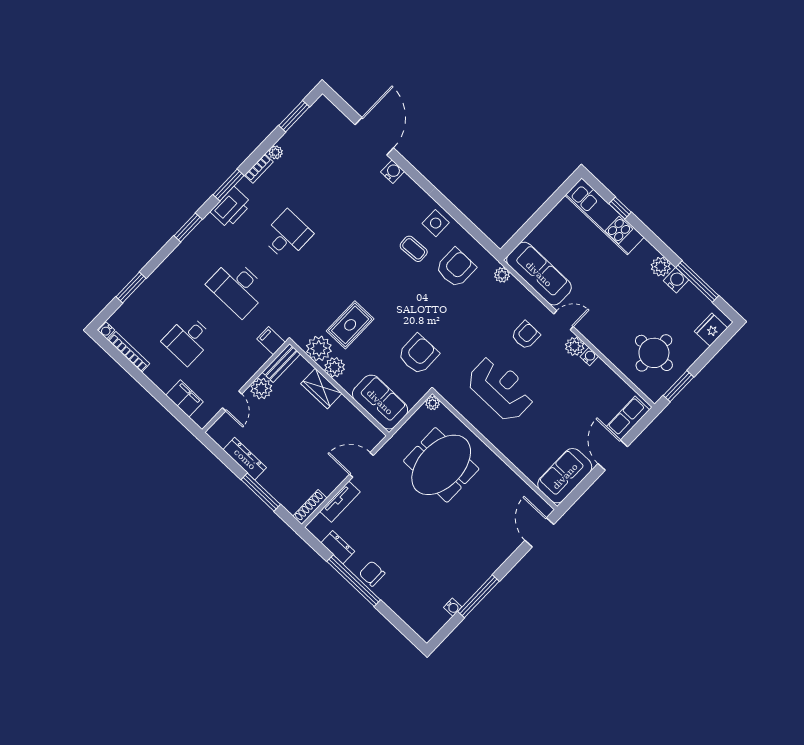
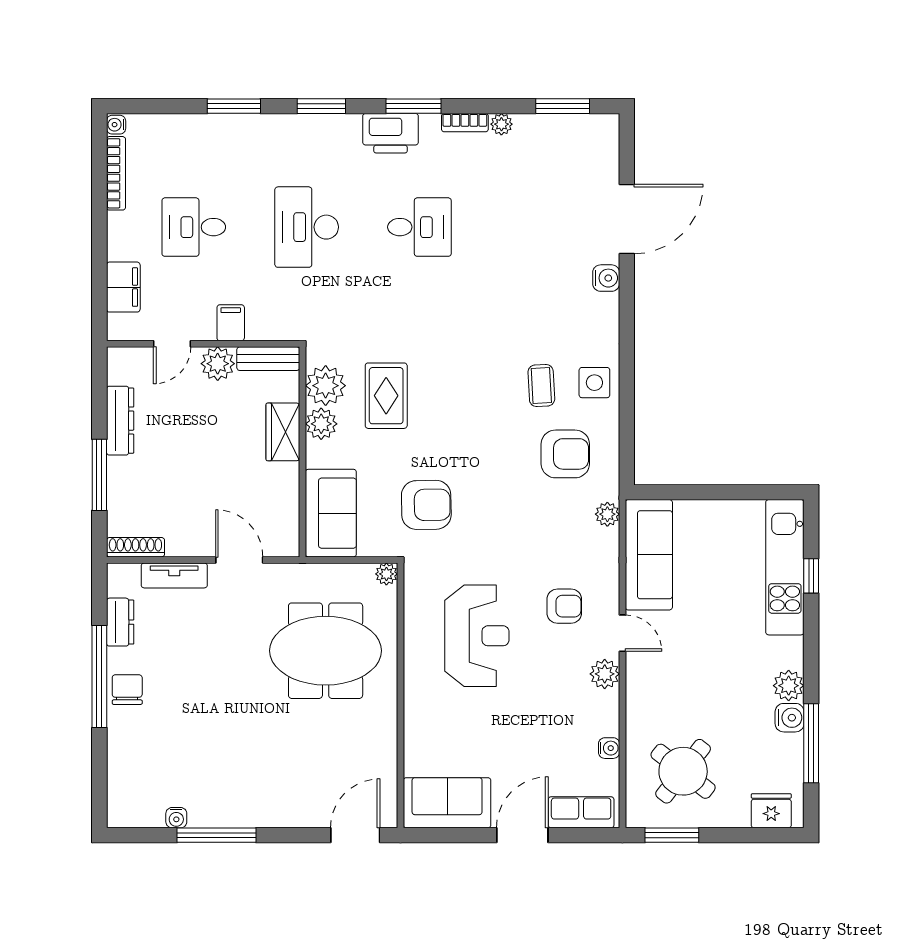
window: (131, 287) -> (234, 106), moved
rug: (350, 325) -> (386, 396), turned 90
filing cabinet: (271, 341) -> (231, 323), moved
round table: (654, 353) -> (683, 771), turned 38
water cooler: (589, 356) -> (609, 748), moved

